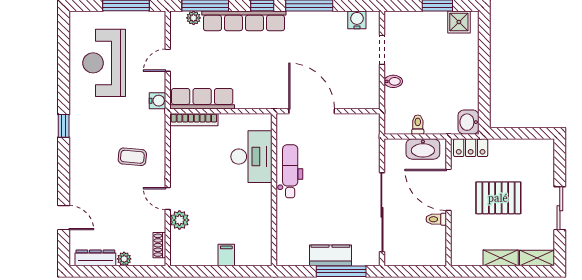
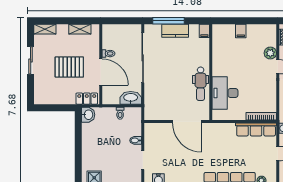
washbasin: (423, 149) -> (131, 98), moved
filing cabinet: (284, 255) -> (204, 31), added
shelving: (501, 258) -> (80, 29), moved

